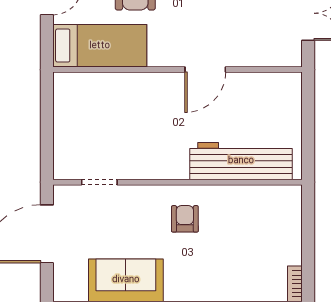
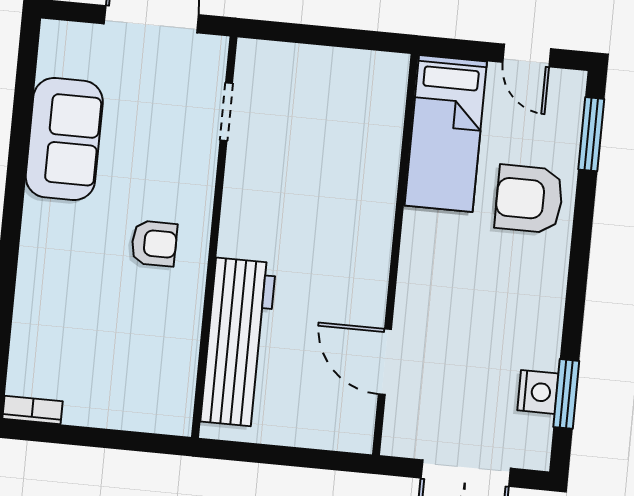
door: (205, 70) -> (385, 362), moved

